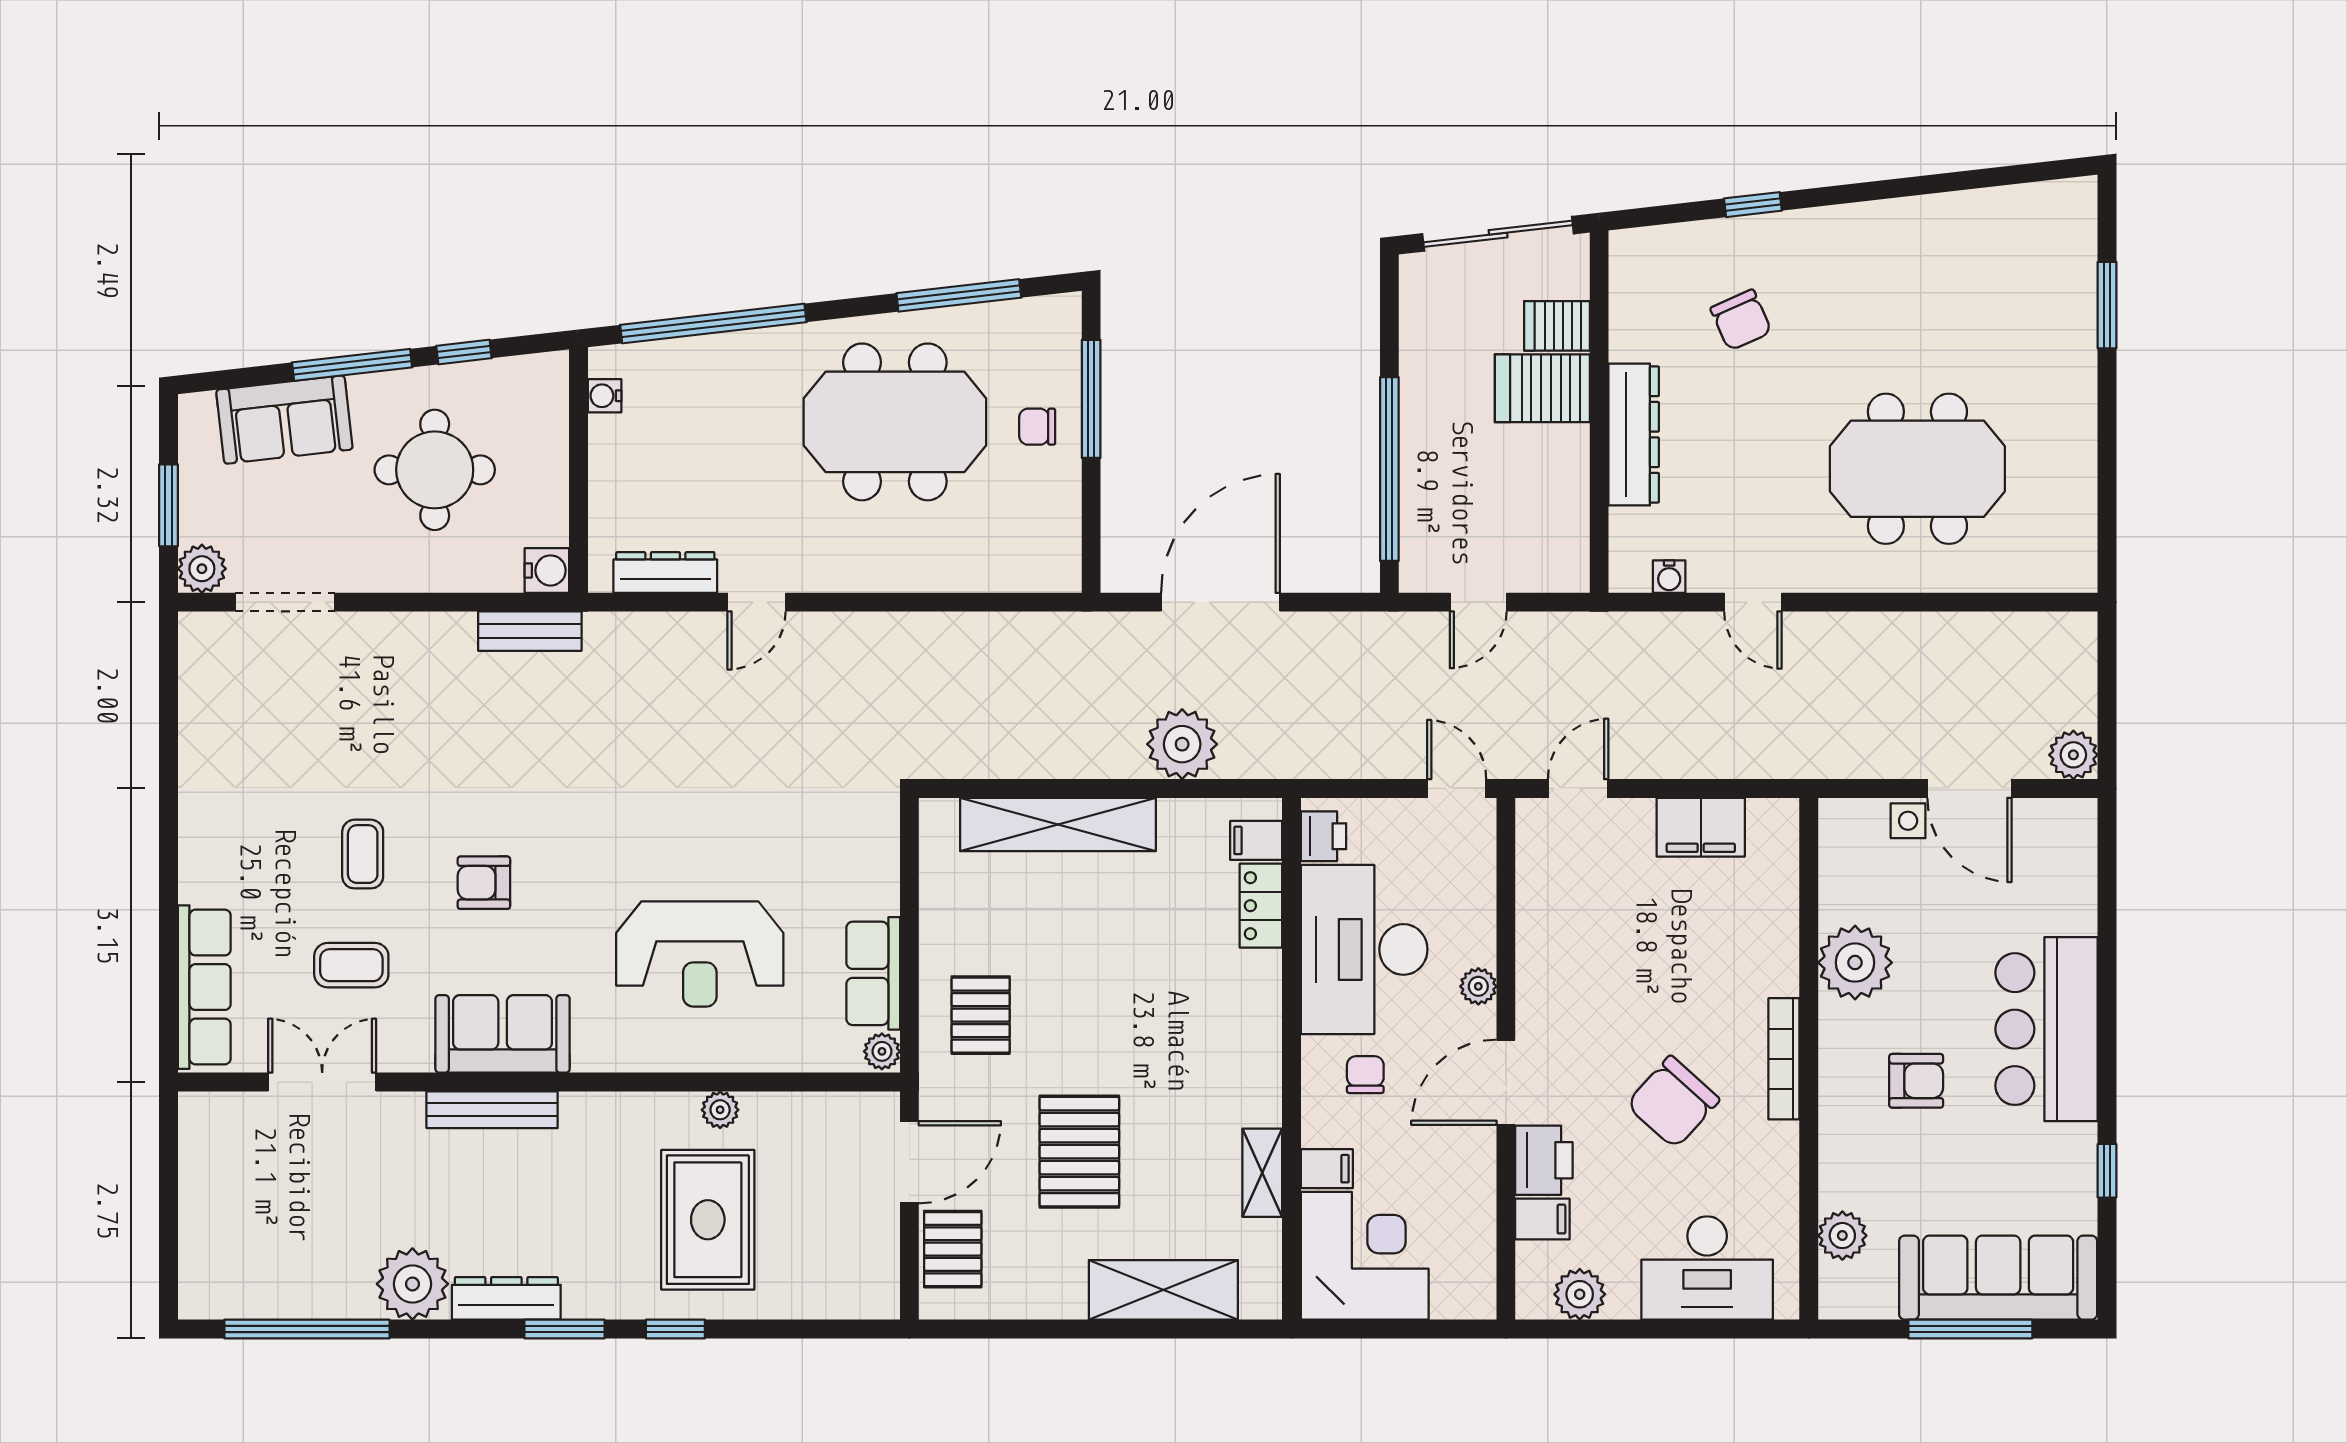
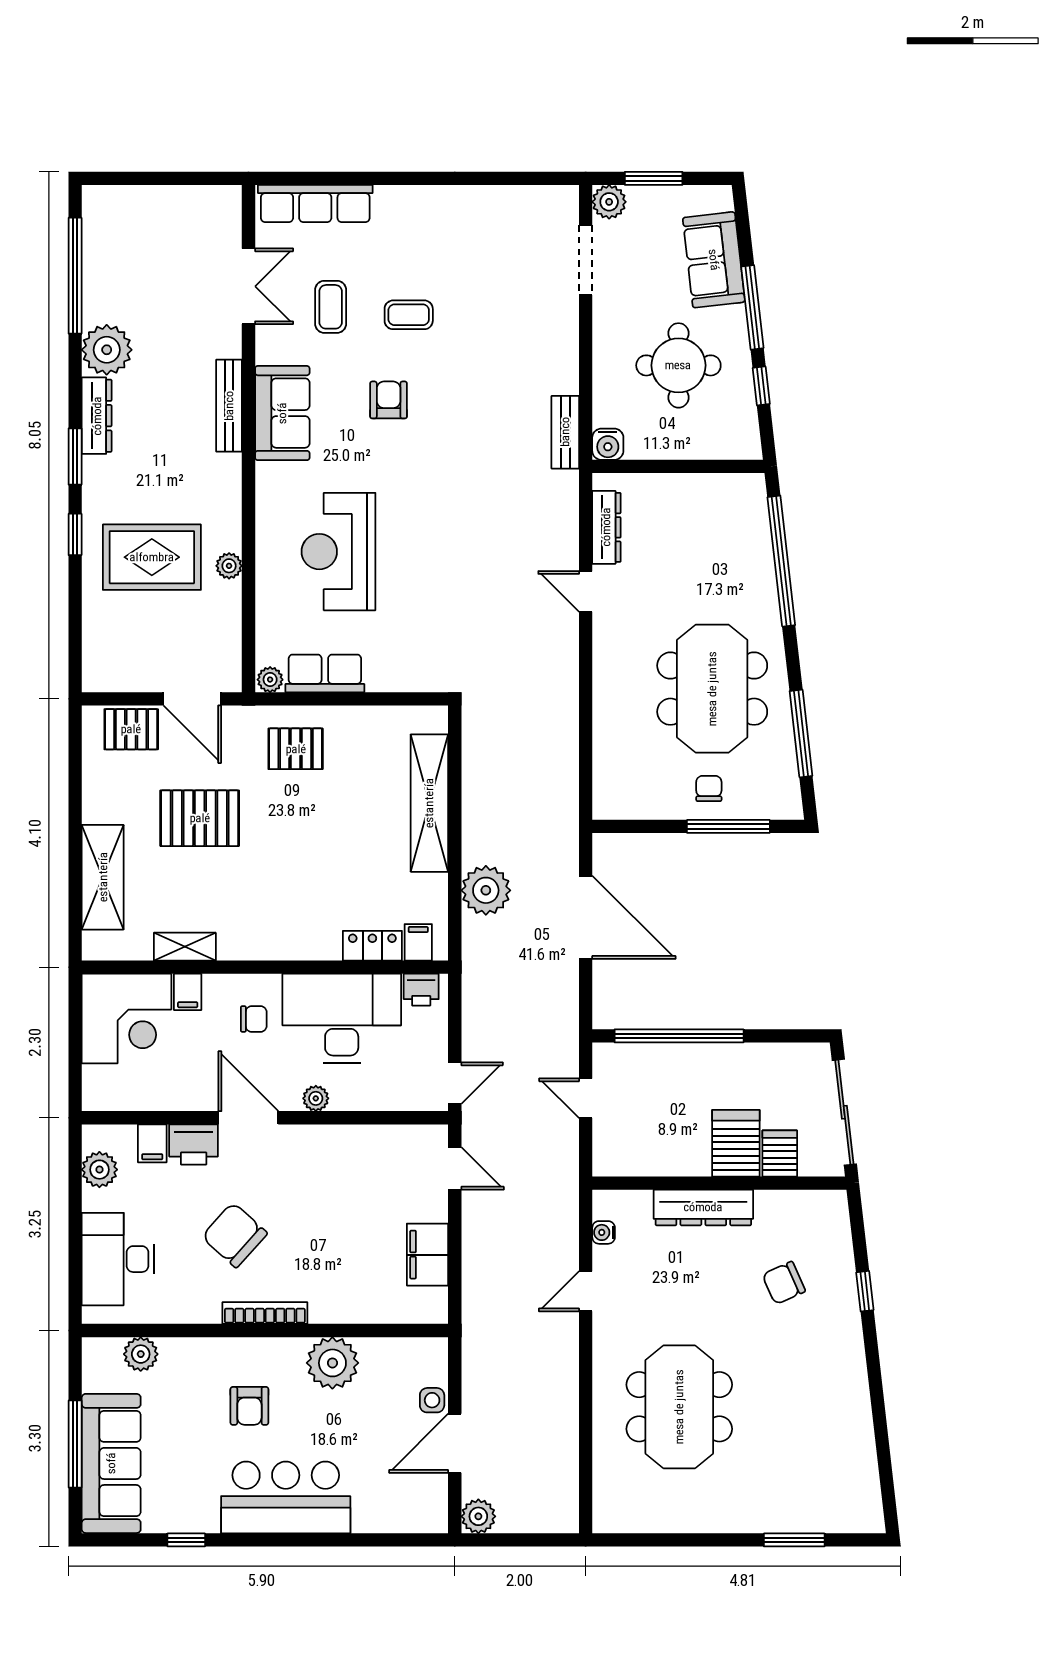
water cooler: (605, 396) -> (731, 485), removed

